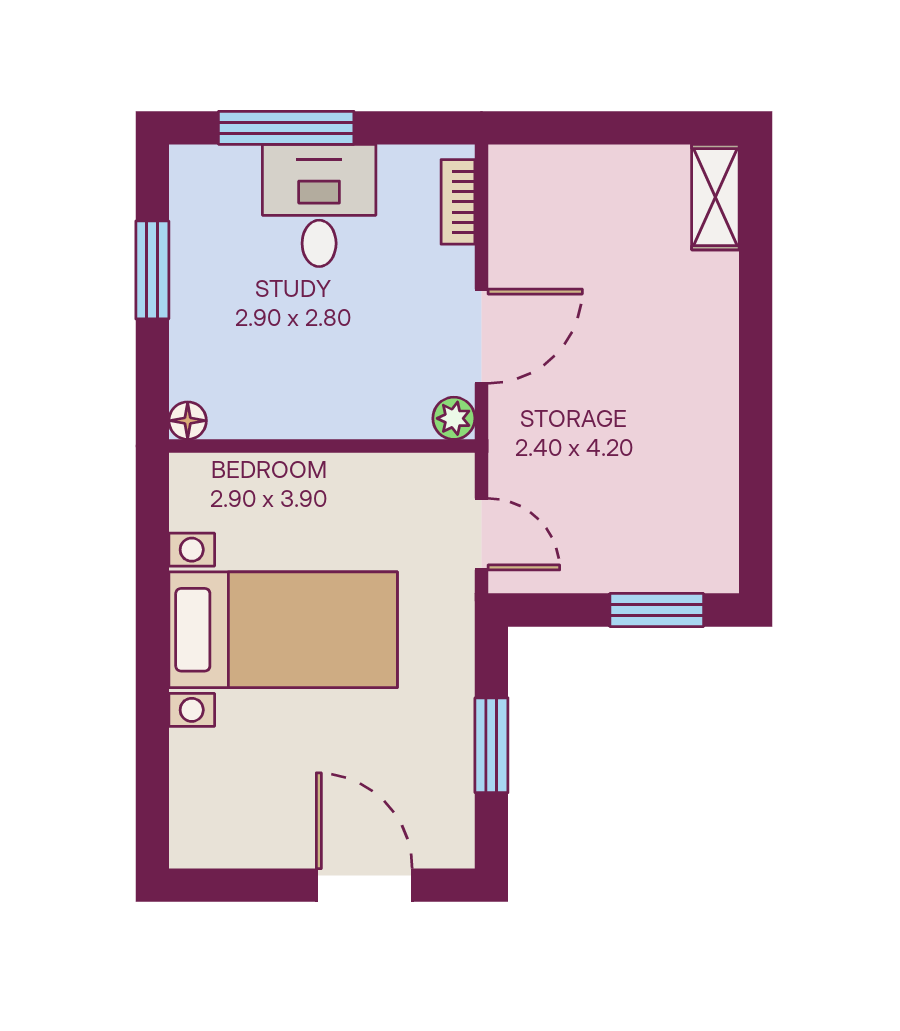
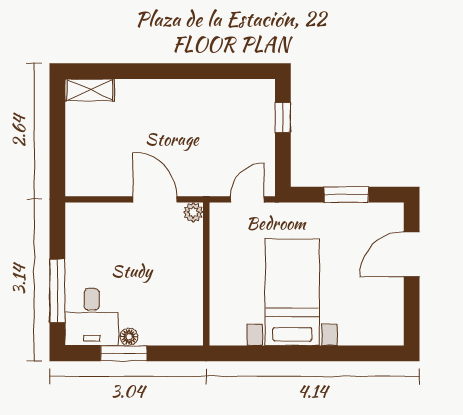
bookcase: (458, 202) -> (92, 210), removed
desk: (319, 205) -> (92, 317), moved, turned -90
floor lamp: (188, 421) -> (129, 337), moved
window: (657, 610) -> (283, 117), width x0.67

